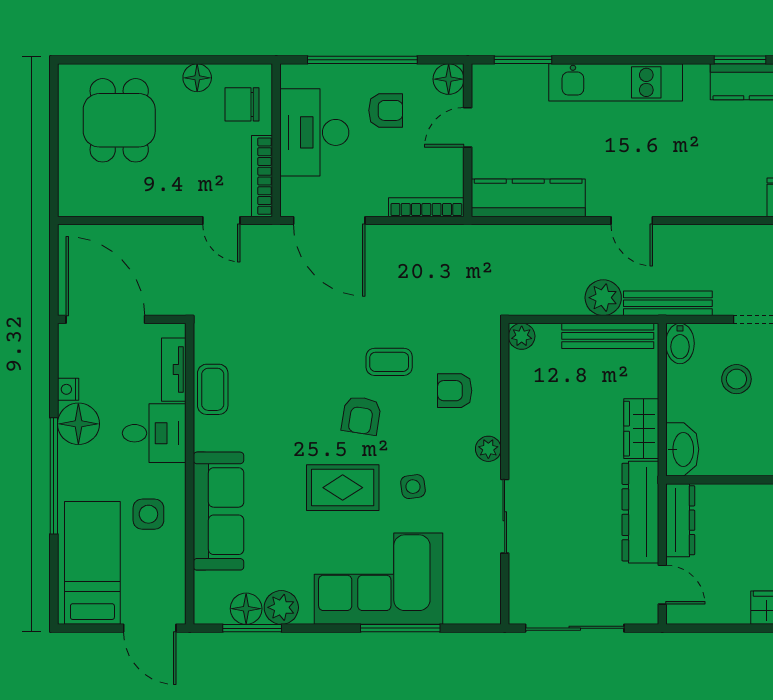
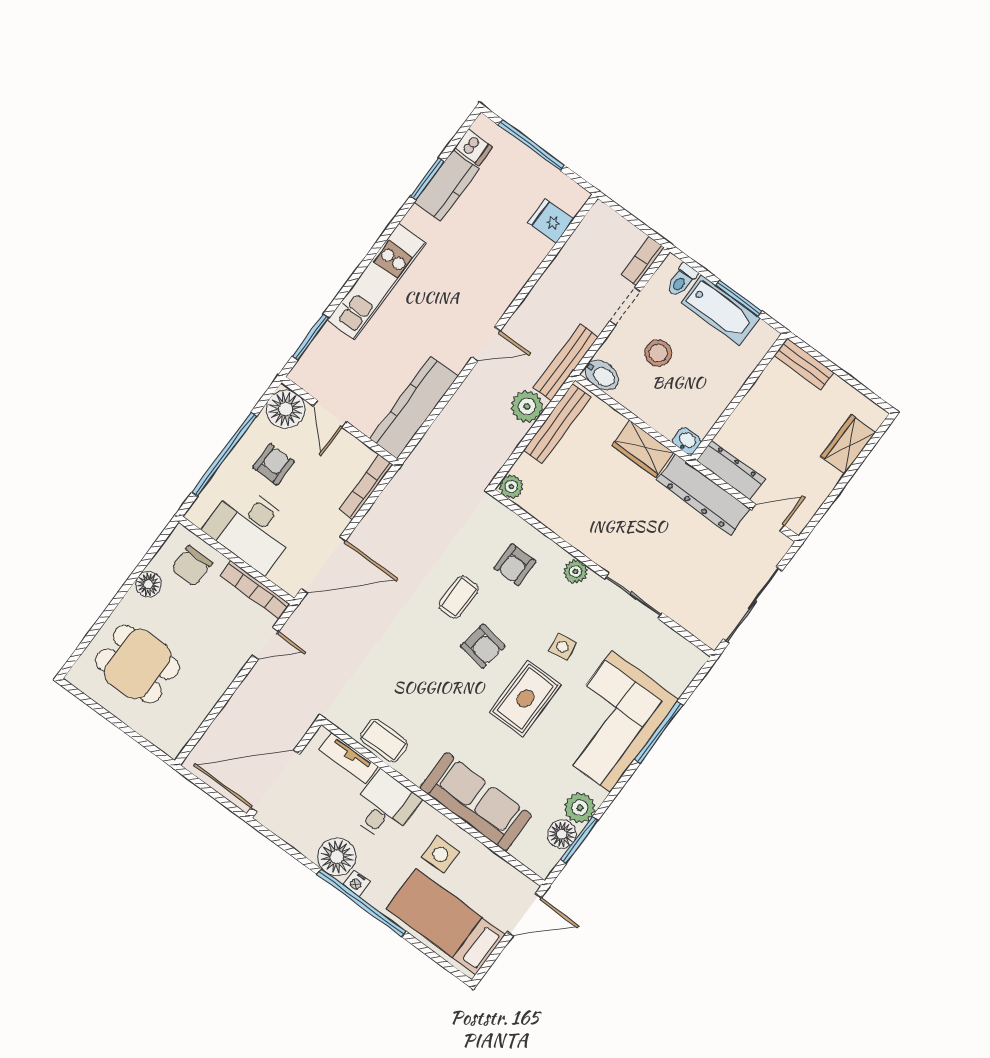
floor lamp: (449, 79) -> (286, 409), width x1.38, depth x1.38
nightstand: (68, 389) -> (356, 883), moved
washbasin: (682, 449) -> (687, 441), width x0.52, depth x0.69

